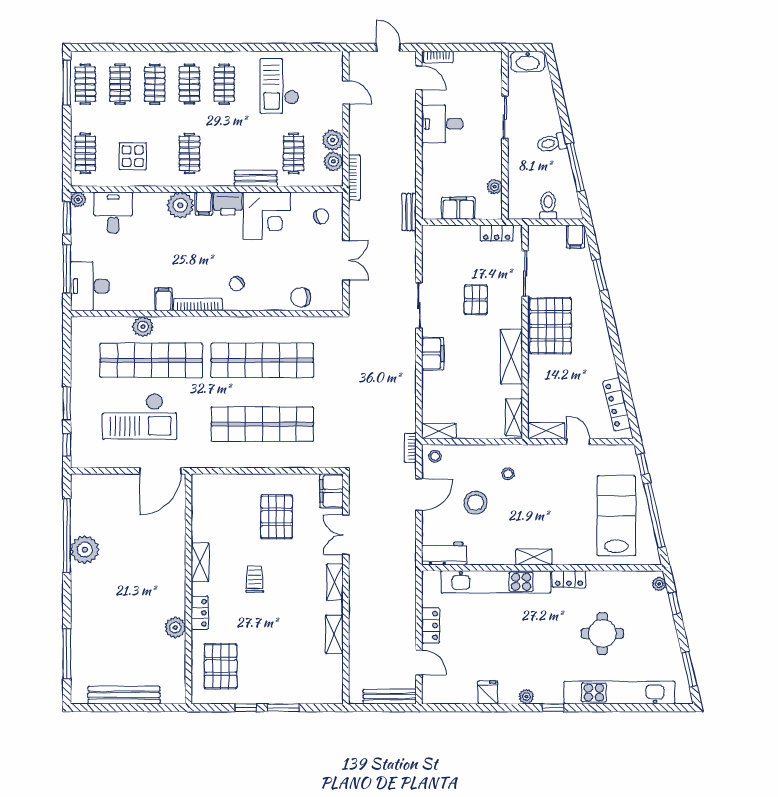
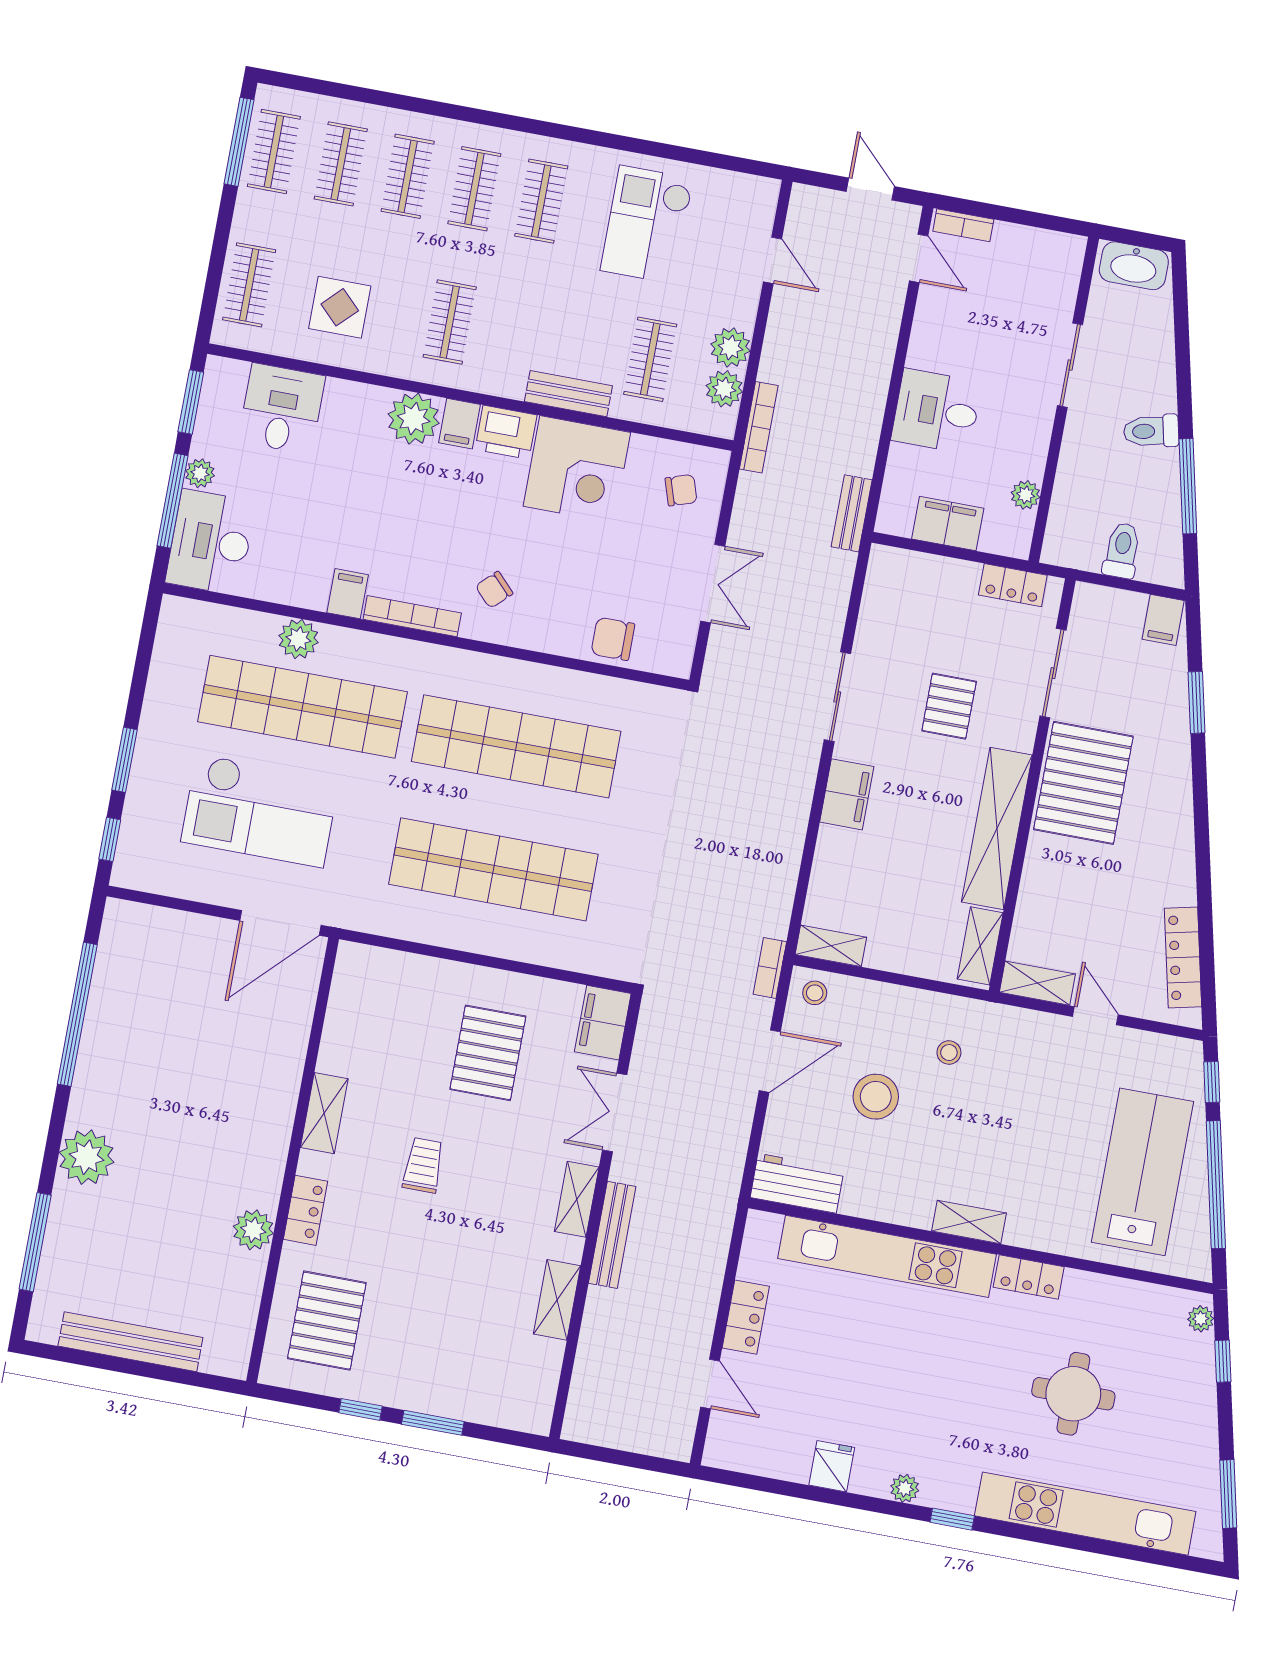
desk: (442, 124) -> (937, 411), moved
plant: (78, 200) -> (200, 473), moved
shelving: (511, 357) -> (997, 828), width x1.47
plant: (85, 550) -> (87, 1157), moved
bench: (390, 697) -> (612, 1235), moved, turned 90

